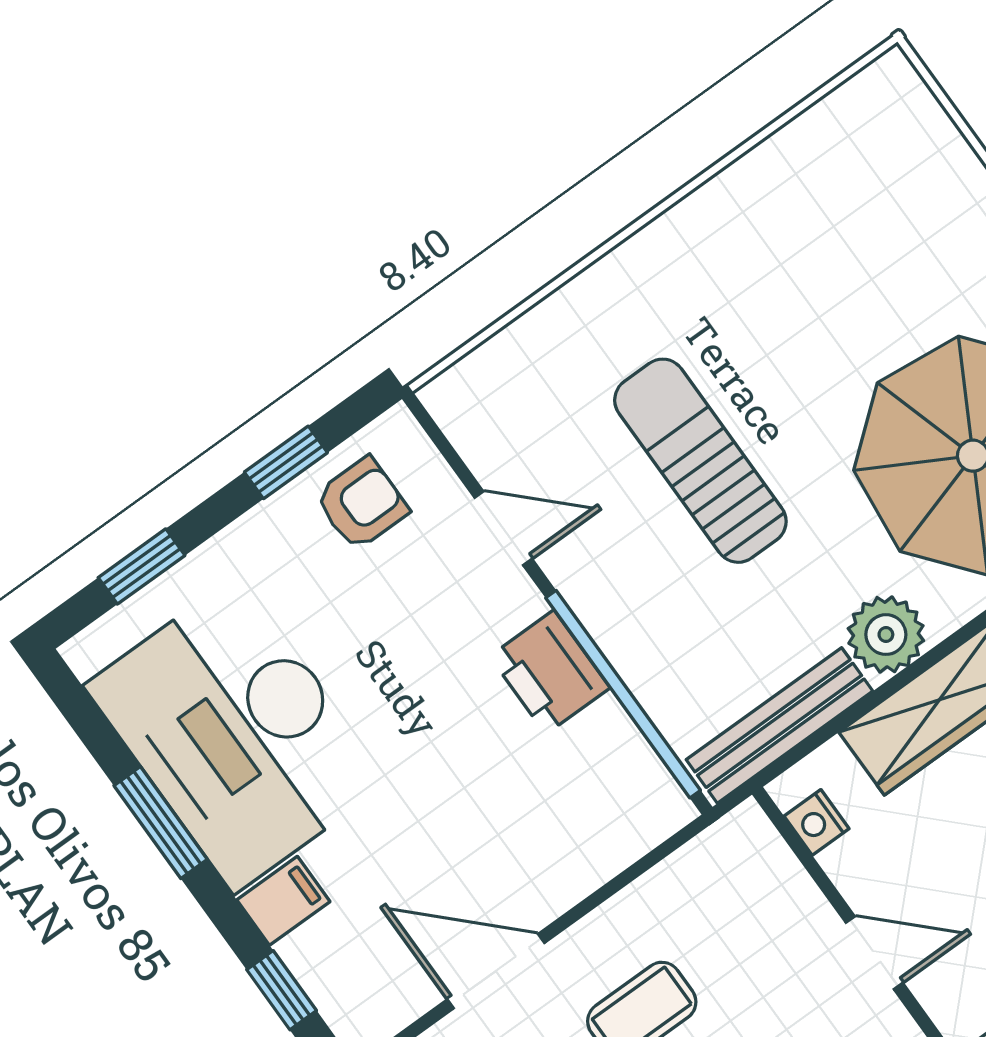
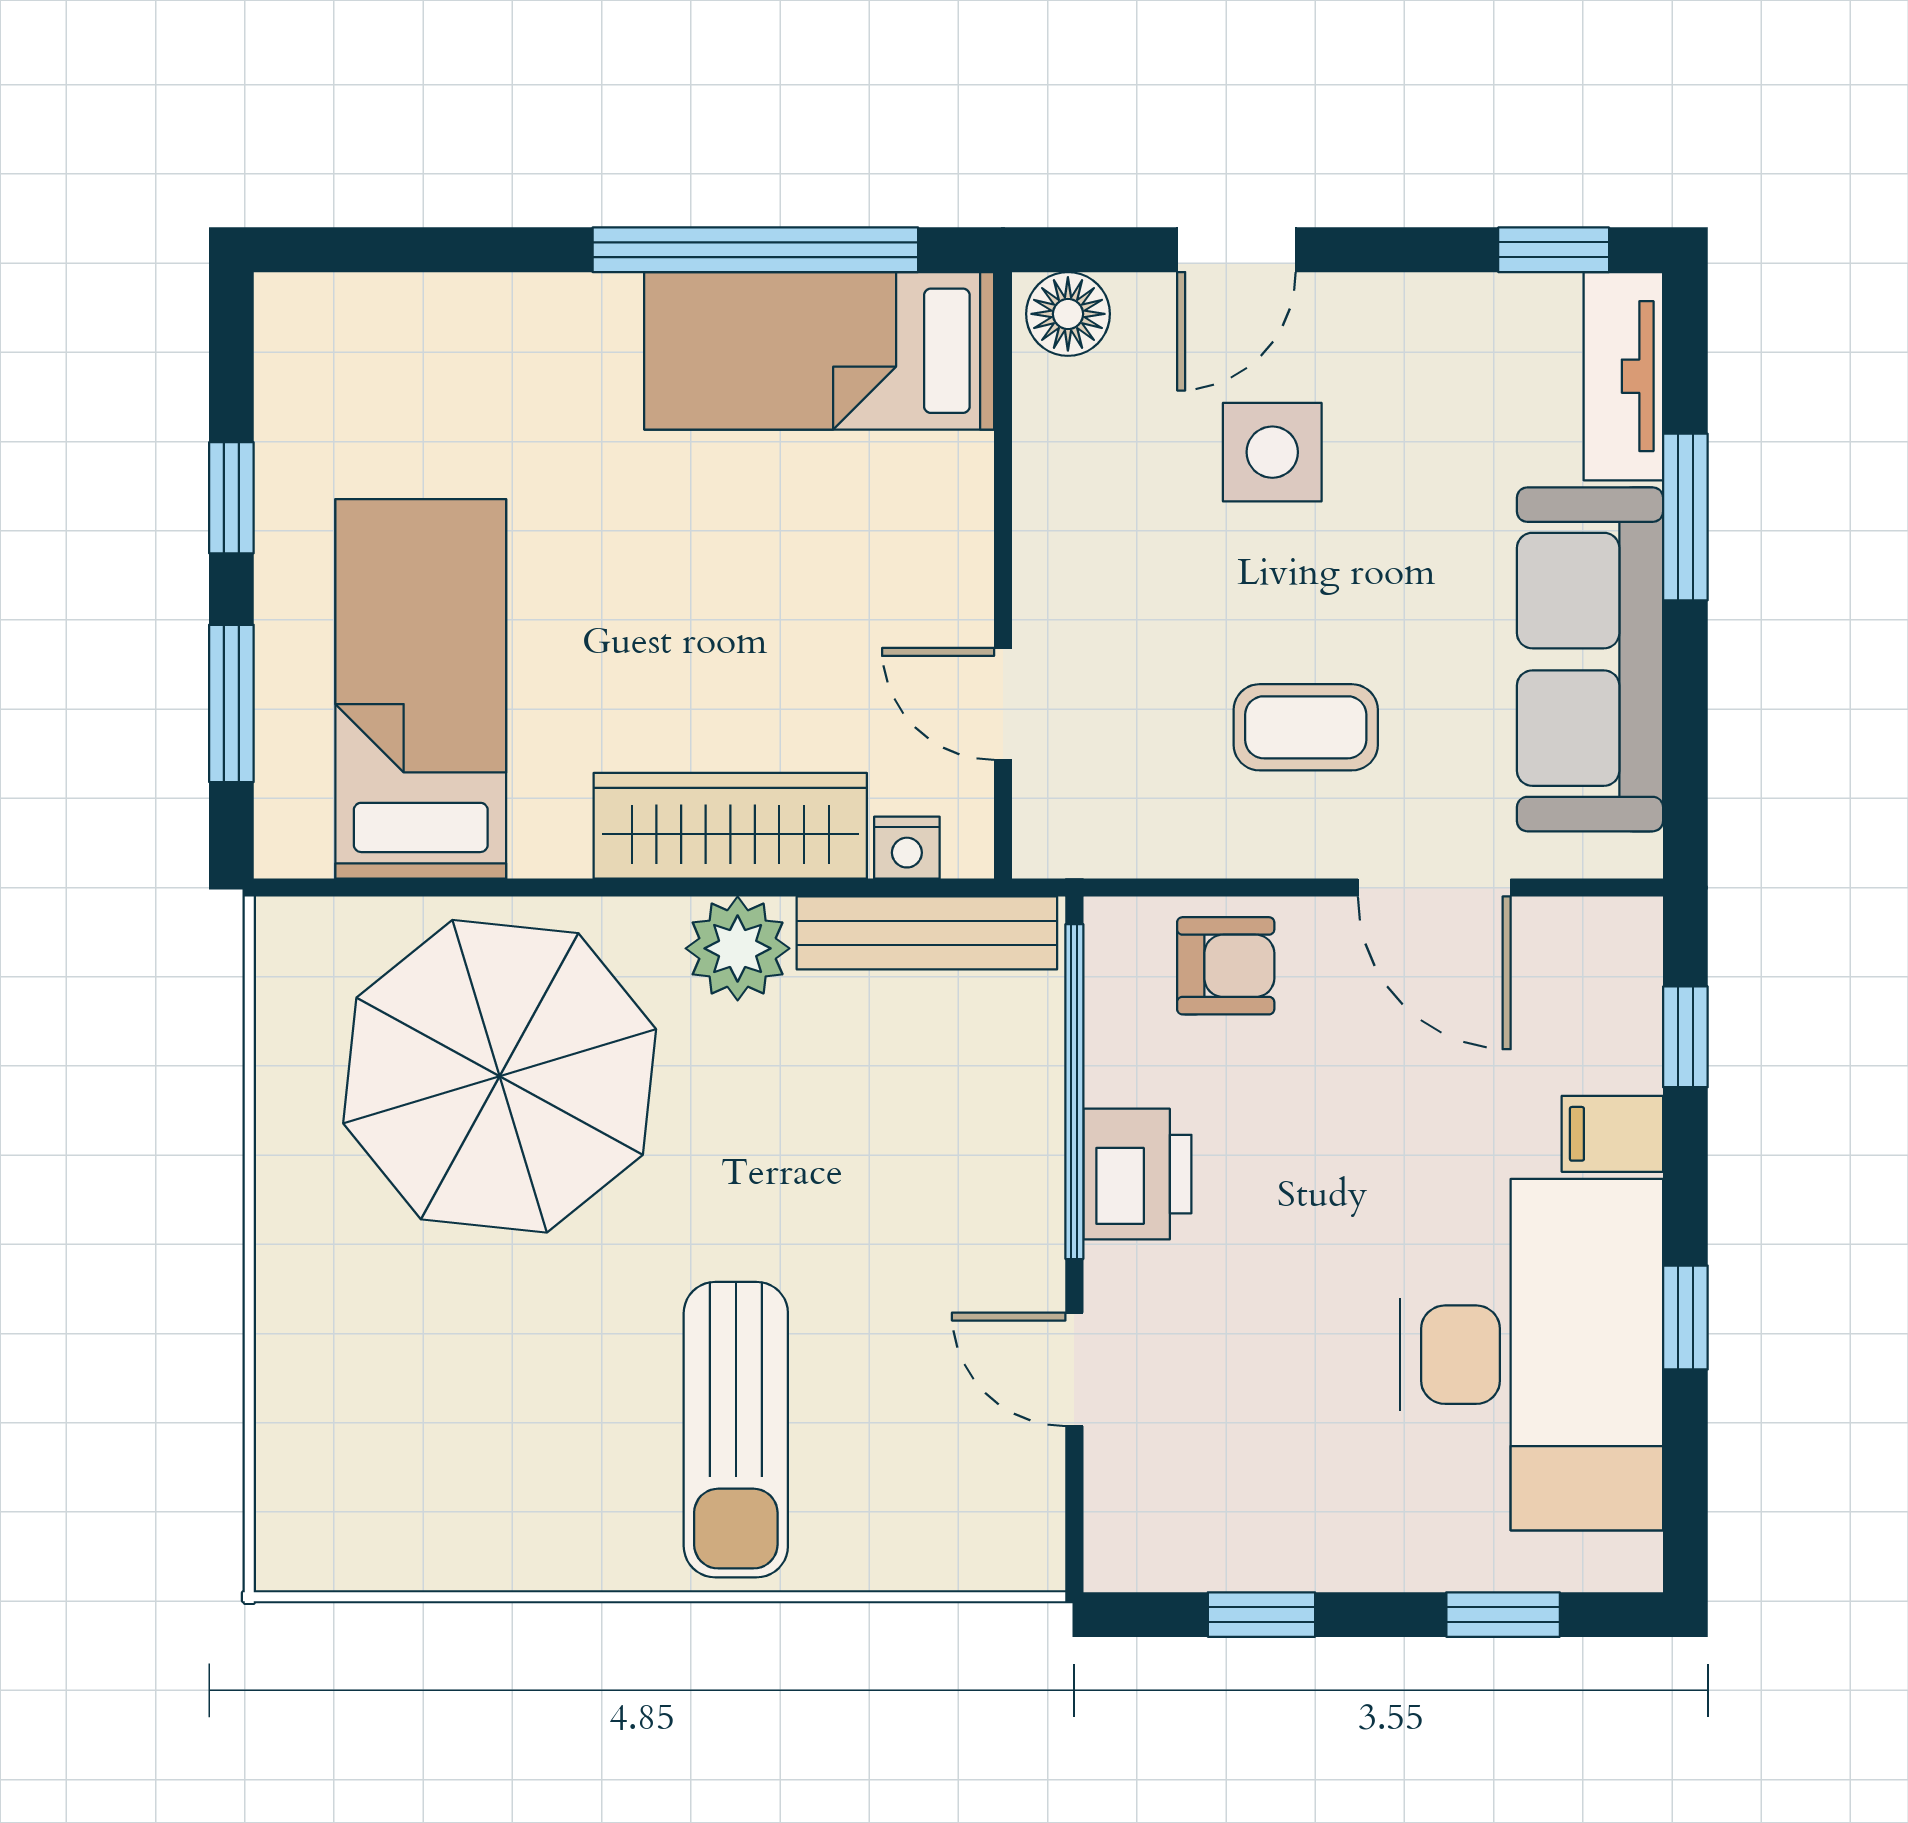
sun lounger: (700, 461) -> (736, 1430), moved
armchair: (362, 504) -> (1226, 966), moved, turned 180
nightstand: (817, 822) -> (907, 848), moved, turned 90
window: (161, 823) -> (1685, 1317), width x0.67
door: (874, 953) -> (1003, 704), moved

